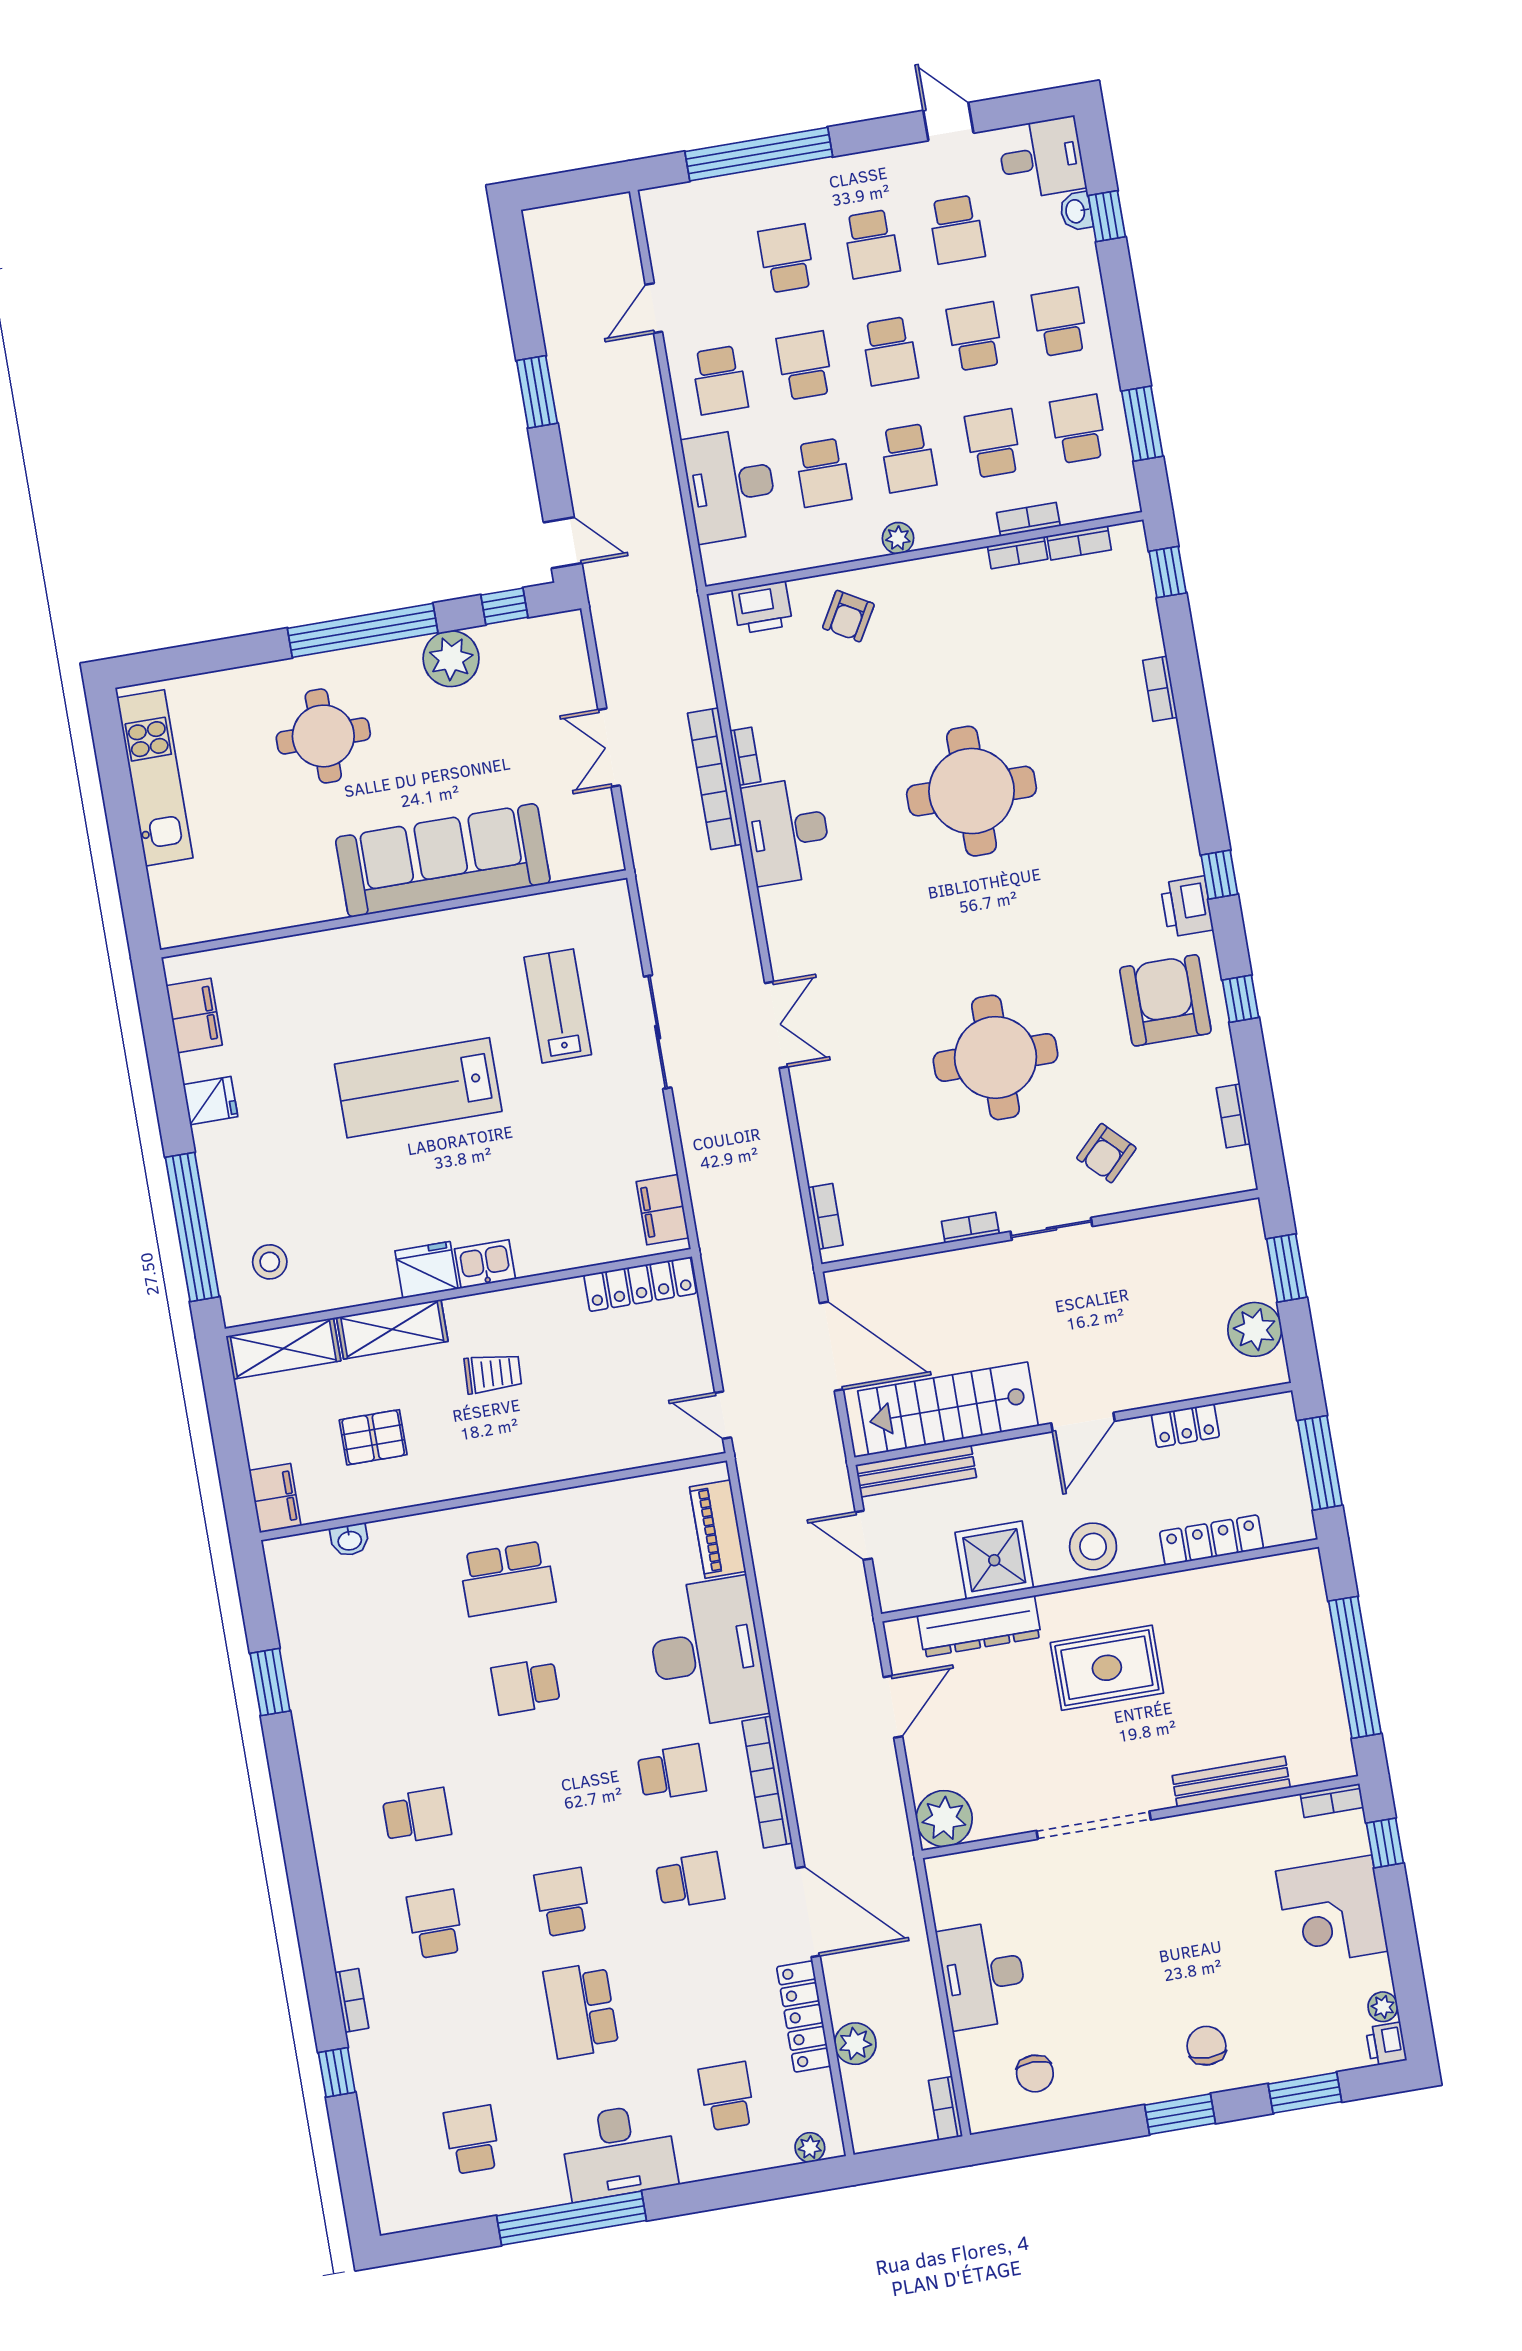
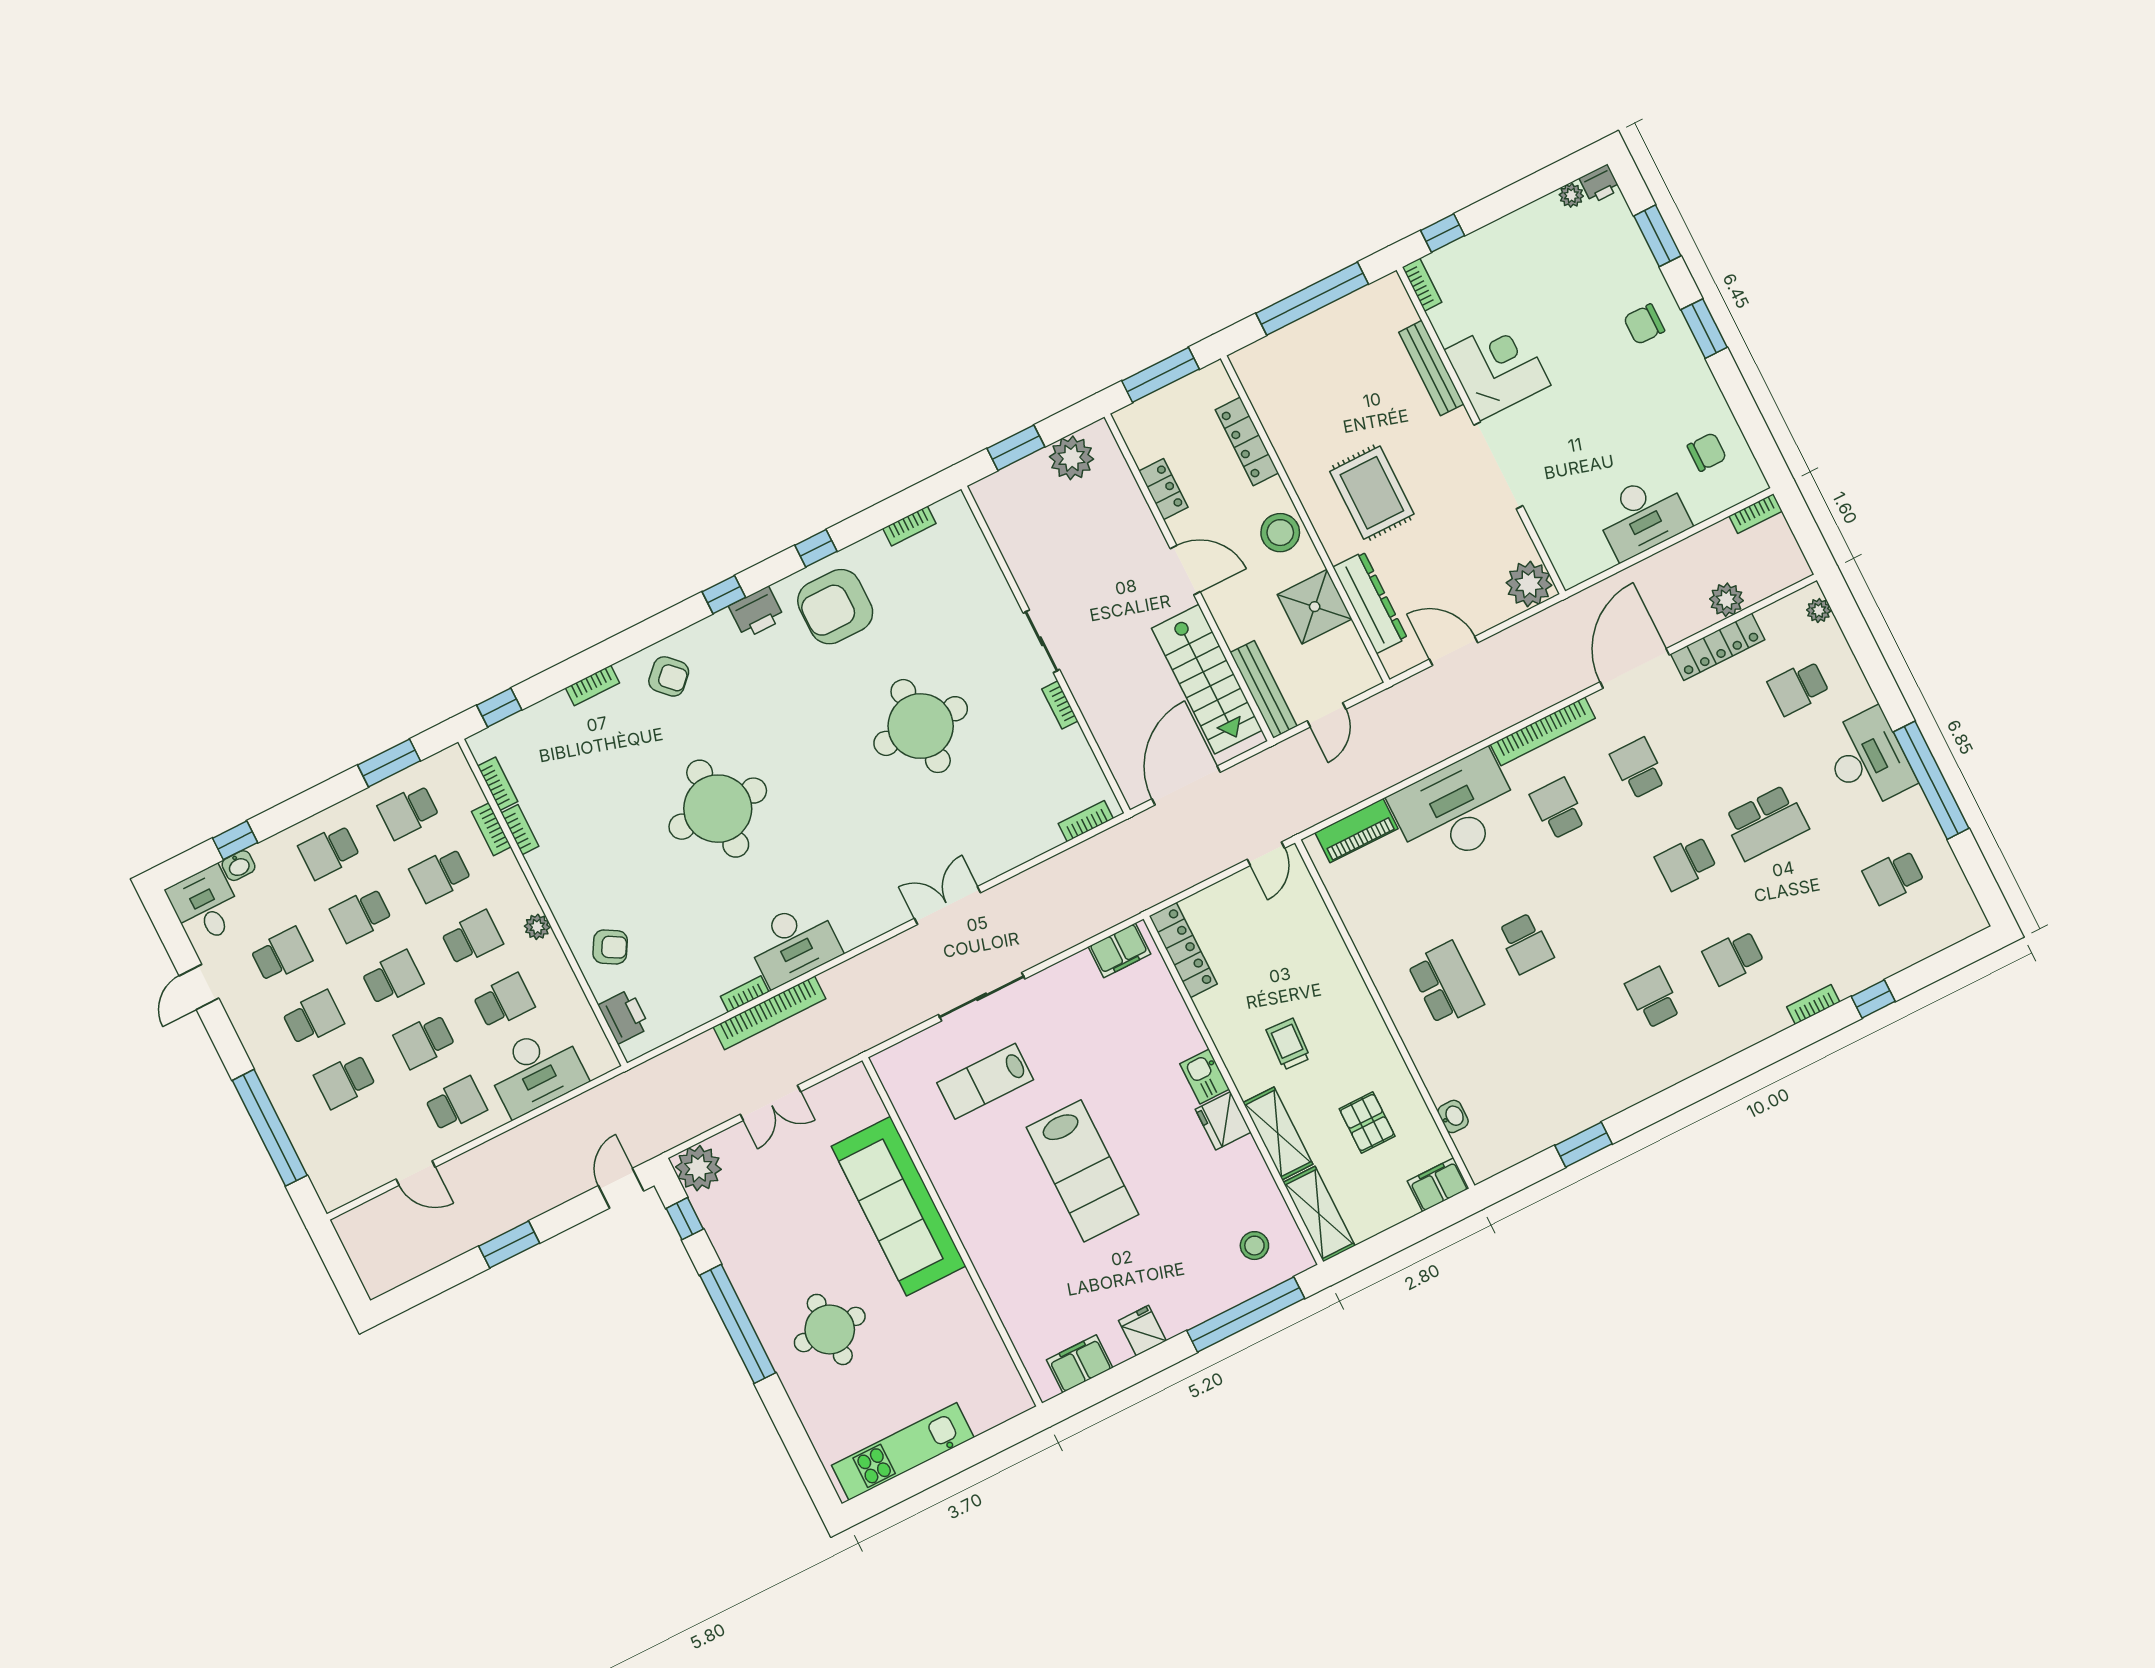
plant: (451, 659) -> (698, 1168), moved
armchair: (1106, 1153) -> (669, 676), moved
corner desk: (1332, 1911) -> (1497, 368), moved, turned -90

